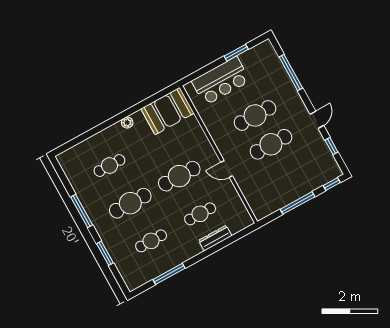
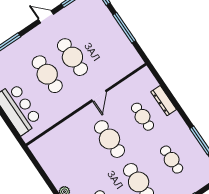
booth: (167, 111) -> (50, 155), removed

